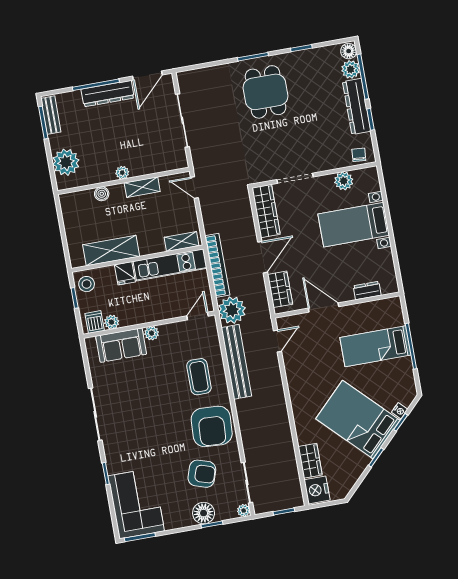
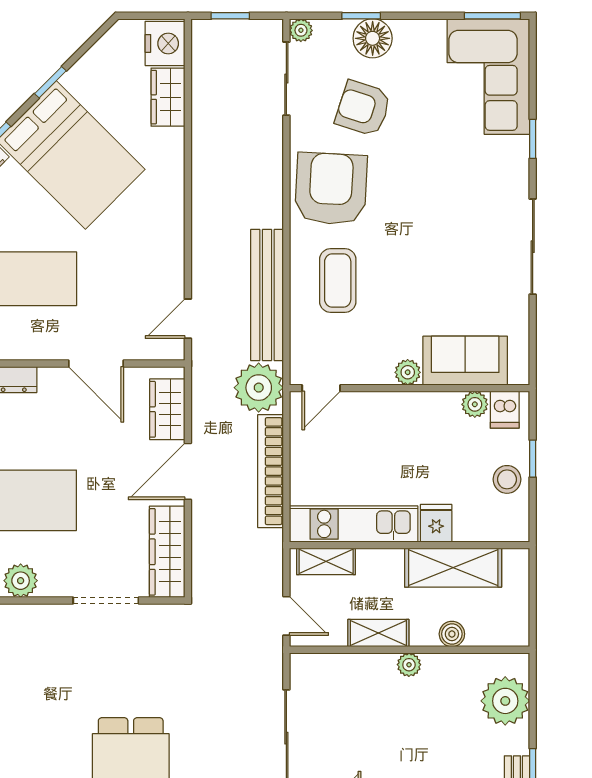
shelving: (182, 242) -> (326, 561), moved
shelving: (111, 251) -> (453, 568), moved
wall: (137, 259) -> (410, 545), moved
kitchen unit: (170, 265) -> (354, 524), moved
fridge: (125, 273) -> (436, 523), moved

